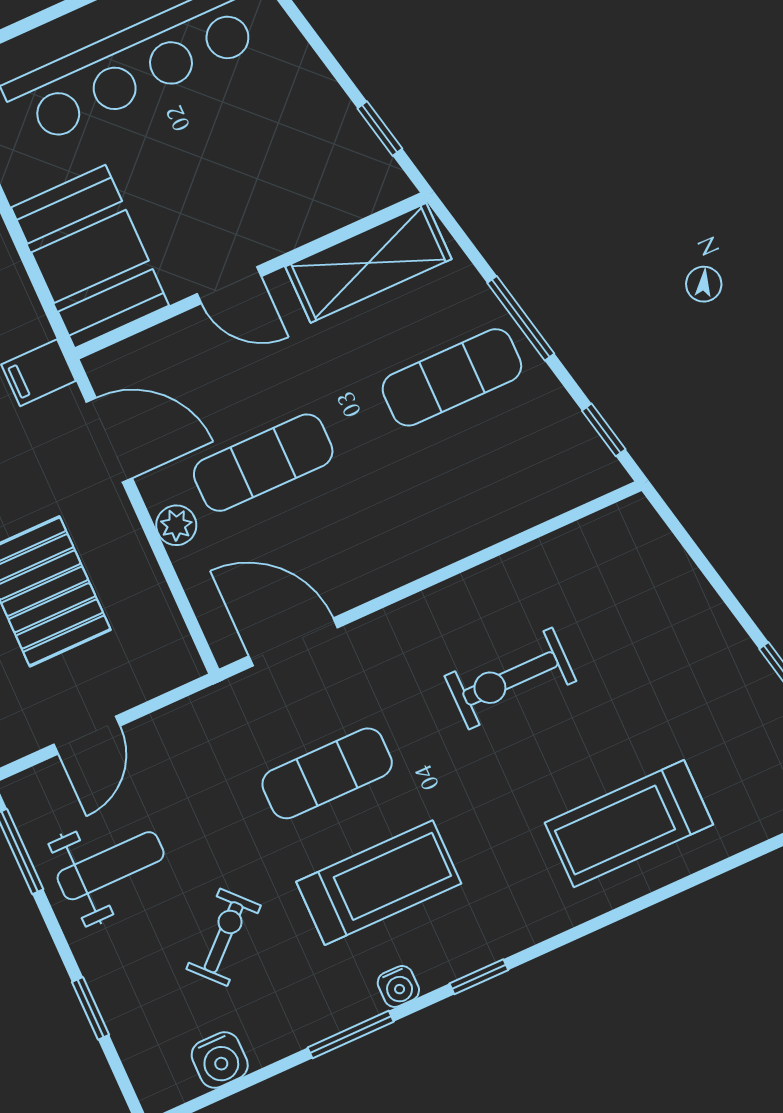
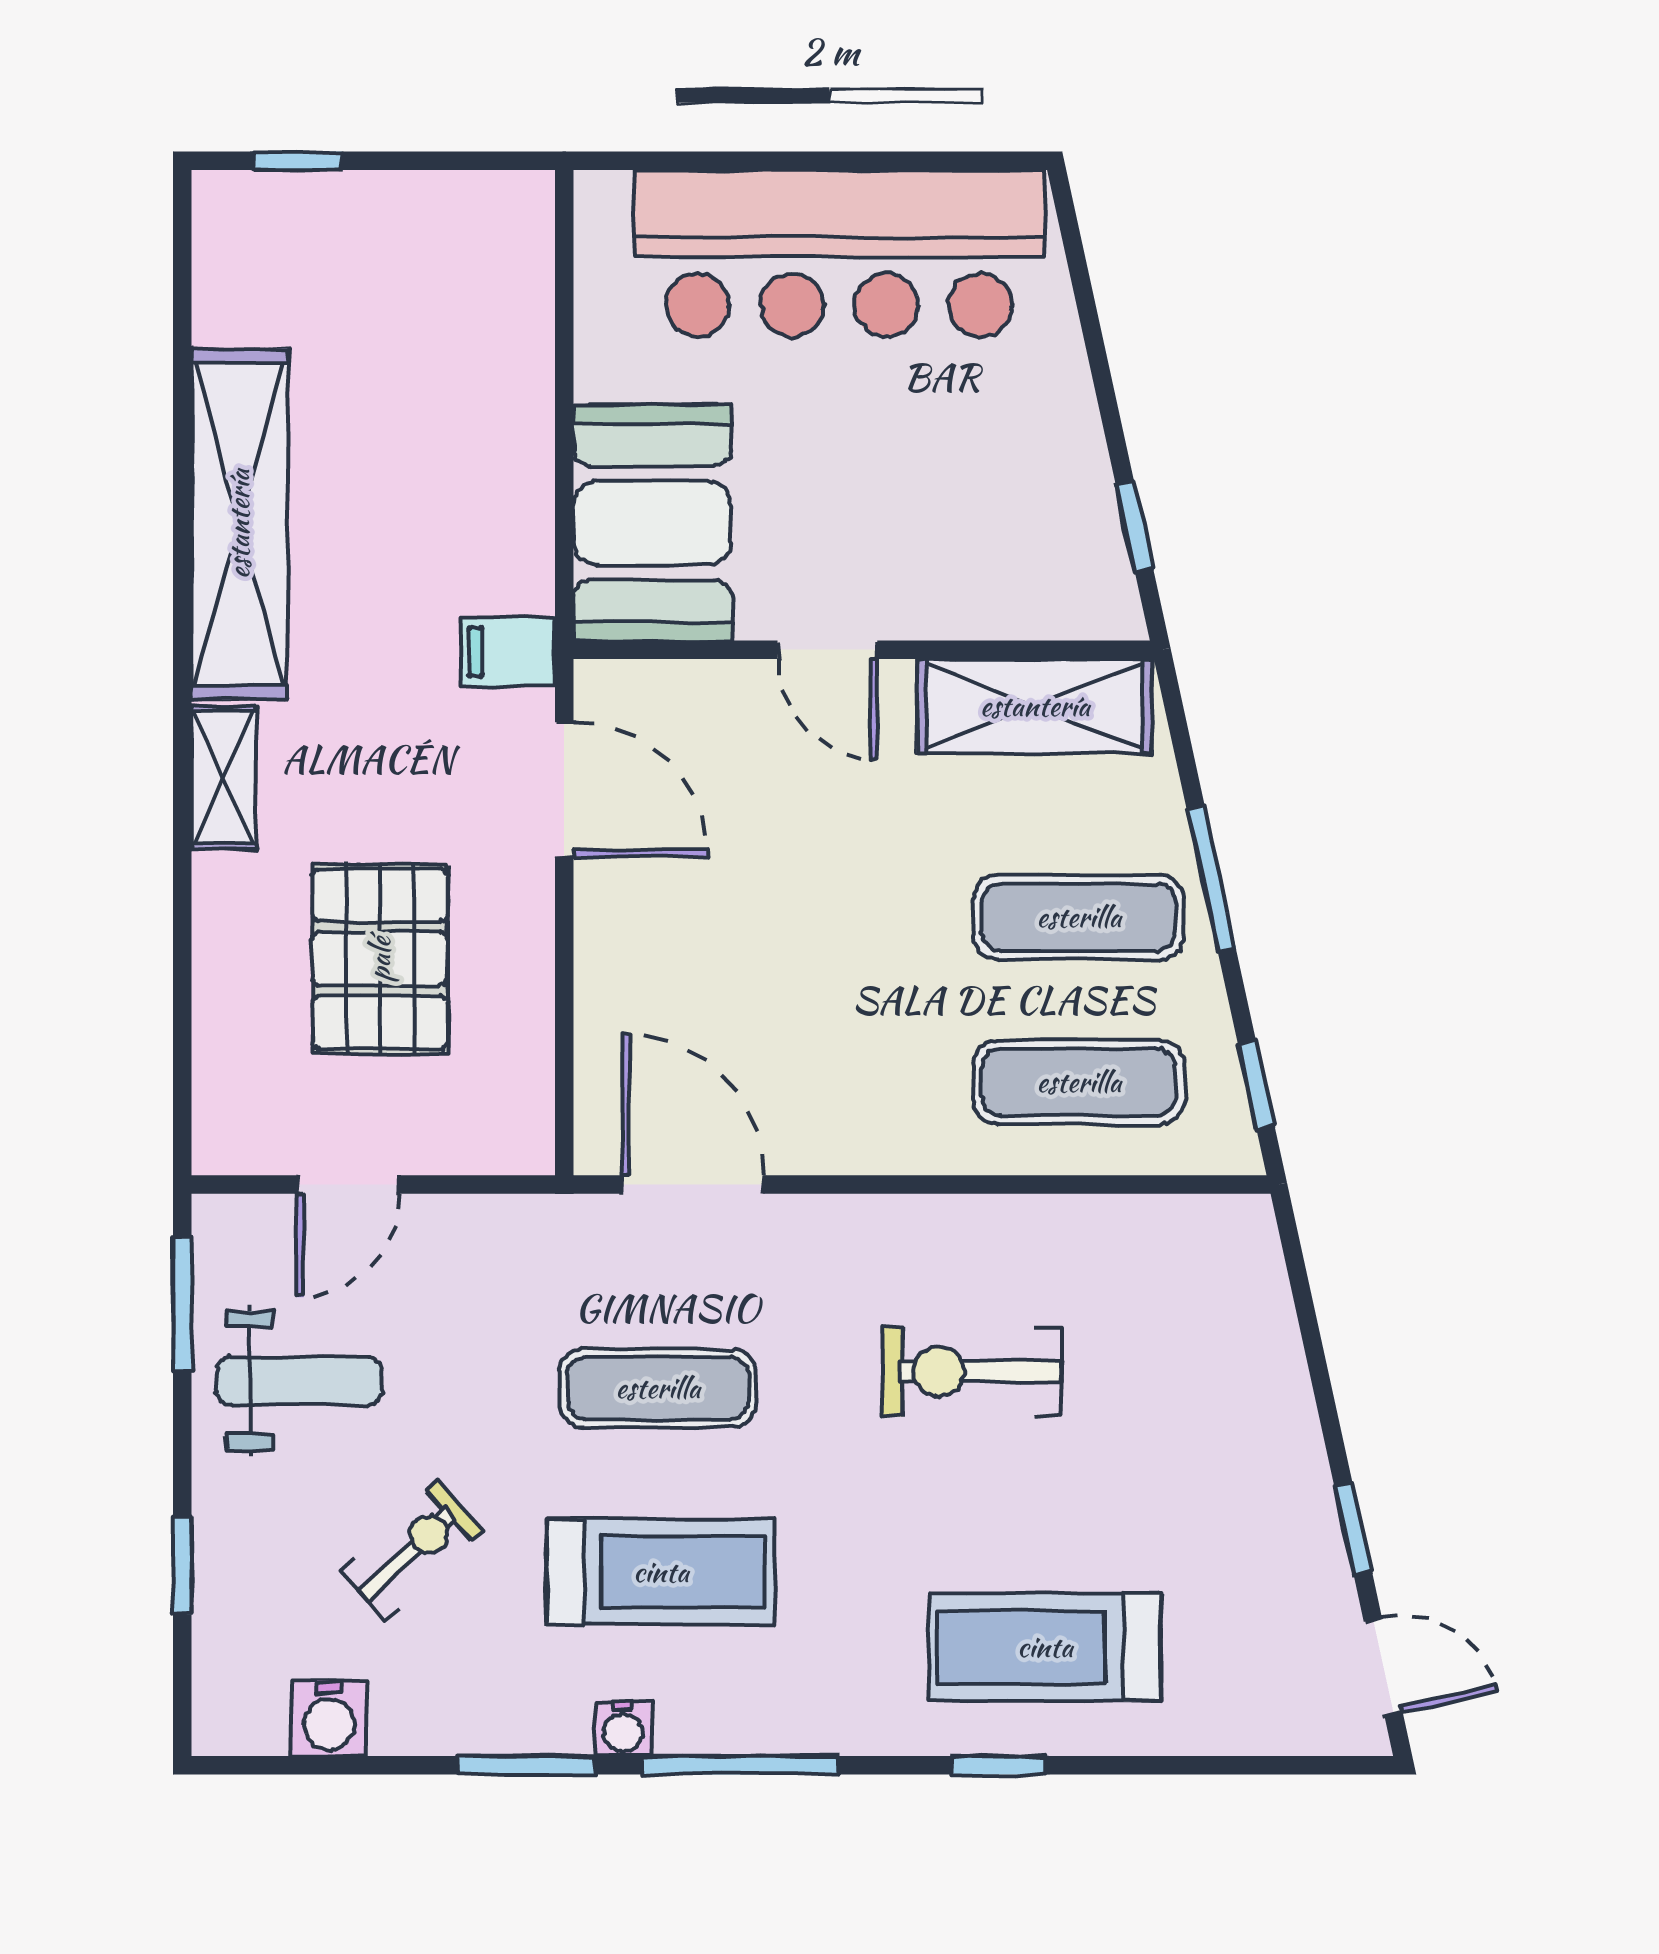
exercise mat: (263, 463) -> (1079, 1082), moved
plant: (176, 525) -> (604, 950), removed
window: (633, 907) -> (999, 1765), added
window: (479, 977) -> (741, 1765), width x2.17

